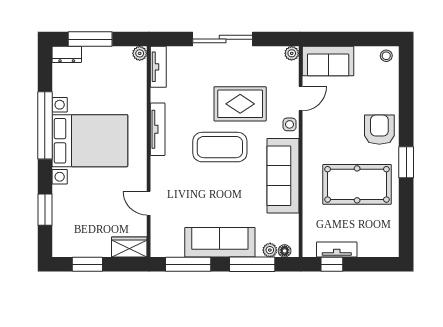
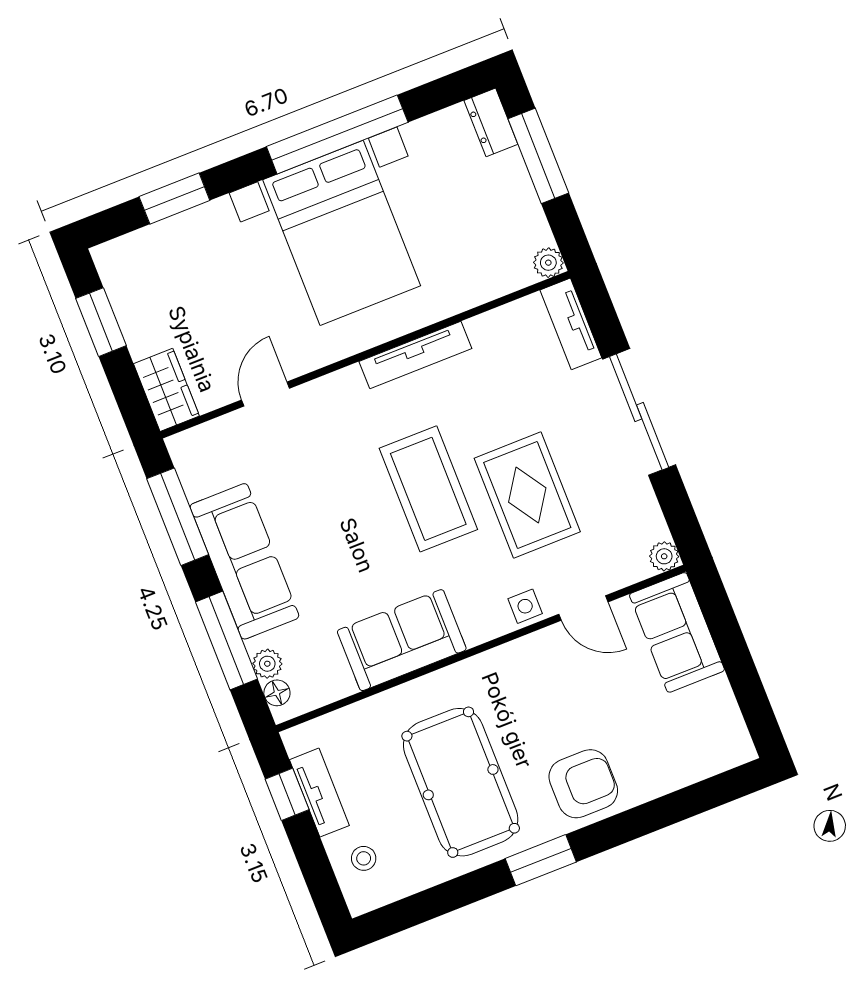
stool: (386, 56) -> (364, 858), moved
tv unit: (158, 67) -> (571, 324), moved, turned 90
sofa: (283, 176) -> (402, 640), width x0.73

